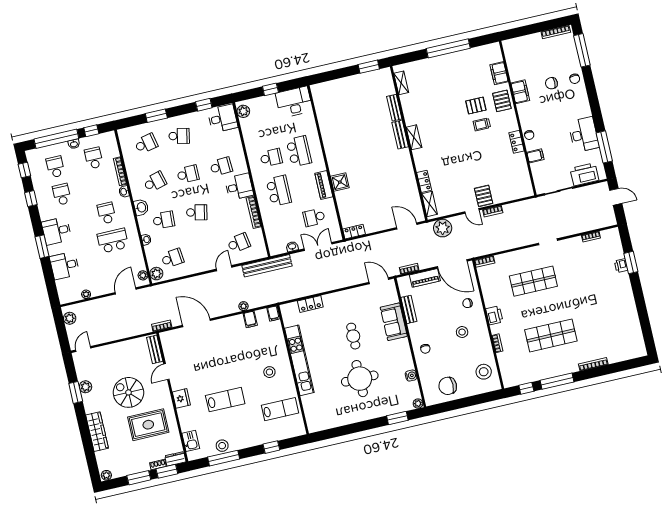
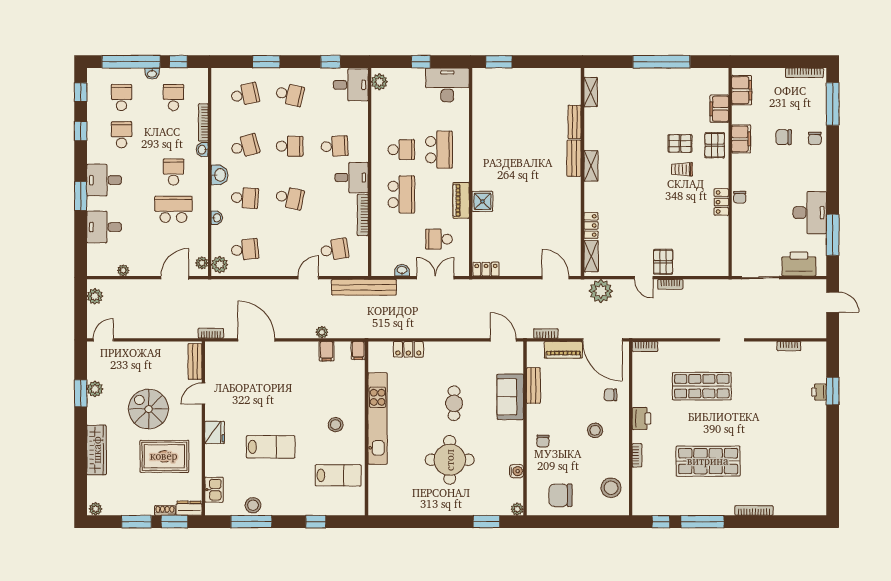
window: (369, 67) -> (499, 62), moved
filing cabinet: (535, 156) -> (742, 90), moved, width x2.00

